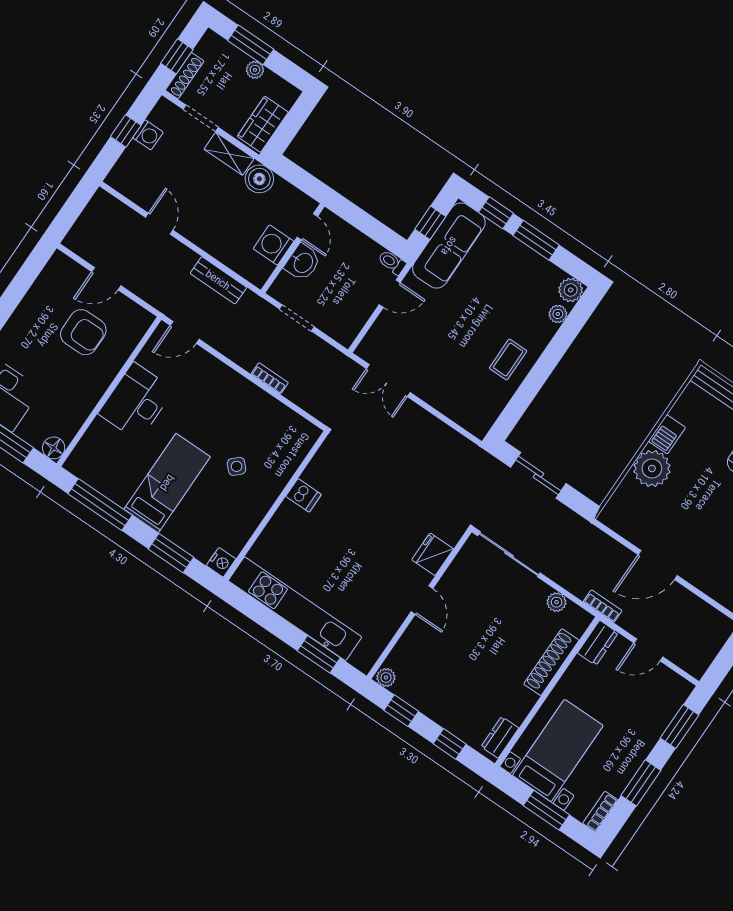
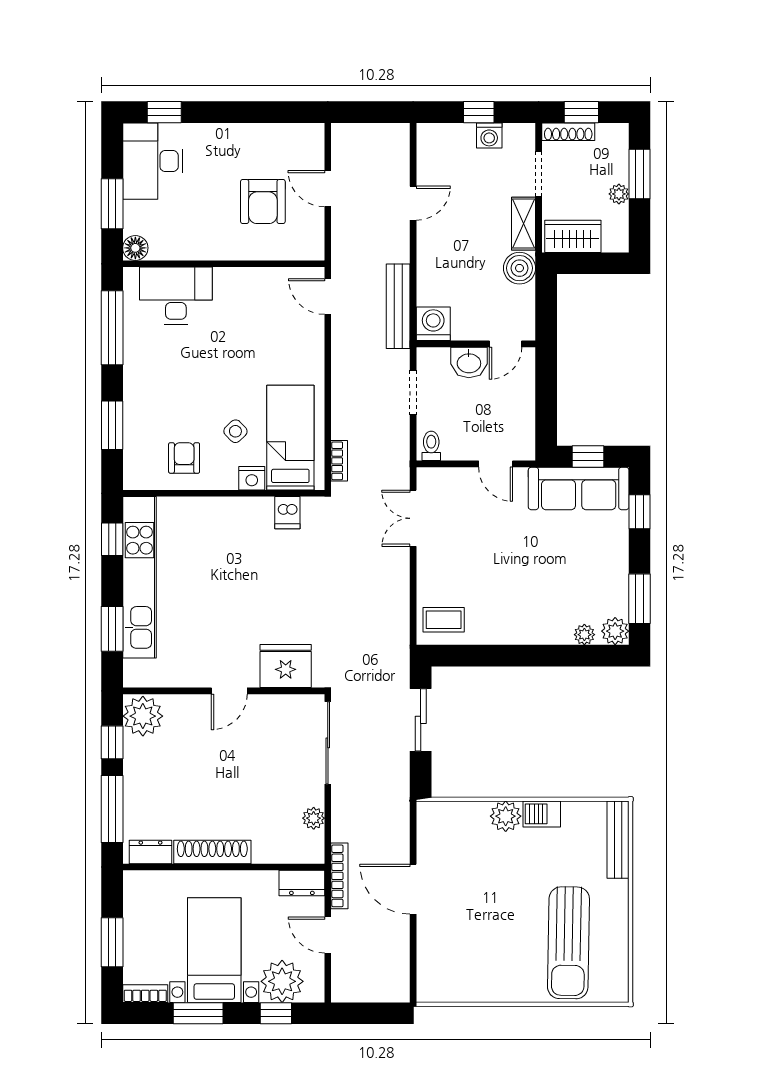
window: (536, 240) -> (640, 599), moved
washing machine: (273, 245) -> (433, 324), moved
toilet: (392, 262) -> (431, 446), moved
bench: (218, 280) -> (398, 306), width x1.36
coffee table: (508, 359) -> (444, 620), moved
bookcase: (270, 378) -> (339, 461), moved
desk: (136, 402) -> (176, 295), moved
plant: (652, 469) -> (506, 816), width x0.73, depth x0.73
bed: (167, 483) -> (290, 438), moved, turned -90
dishwasher: (304, 495) -> (287, 513), moved
armchair: (230, 517) -> (184, 458), added
fridge: (433, 554) -> (286, 666), width x1.36, depth x1.34
nightstand: (221, 562) -> (252, 478), moved
bookcase: (603, 606) -> (339, 876), width x1.56
window: (254, 610) -> (112, 539), added
shoe rack: (551, 662) -> (212, 852), moved
plant: (386, 677) -> (143, 716), width x1.88, depth x1.88
plant: (659, 706) -> (282, 981), added
window: (680, 726) -> (276, 1013), width x0.67
window: (450, 744) -> (112, 809), width x2.17
bed with nightstands: (558, 750) -> (214, 950), moved, turned -90

